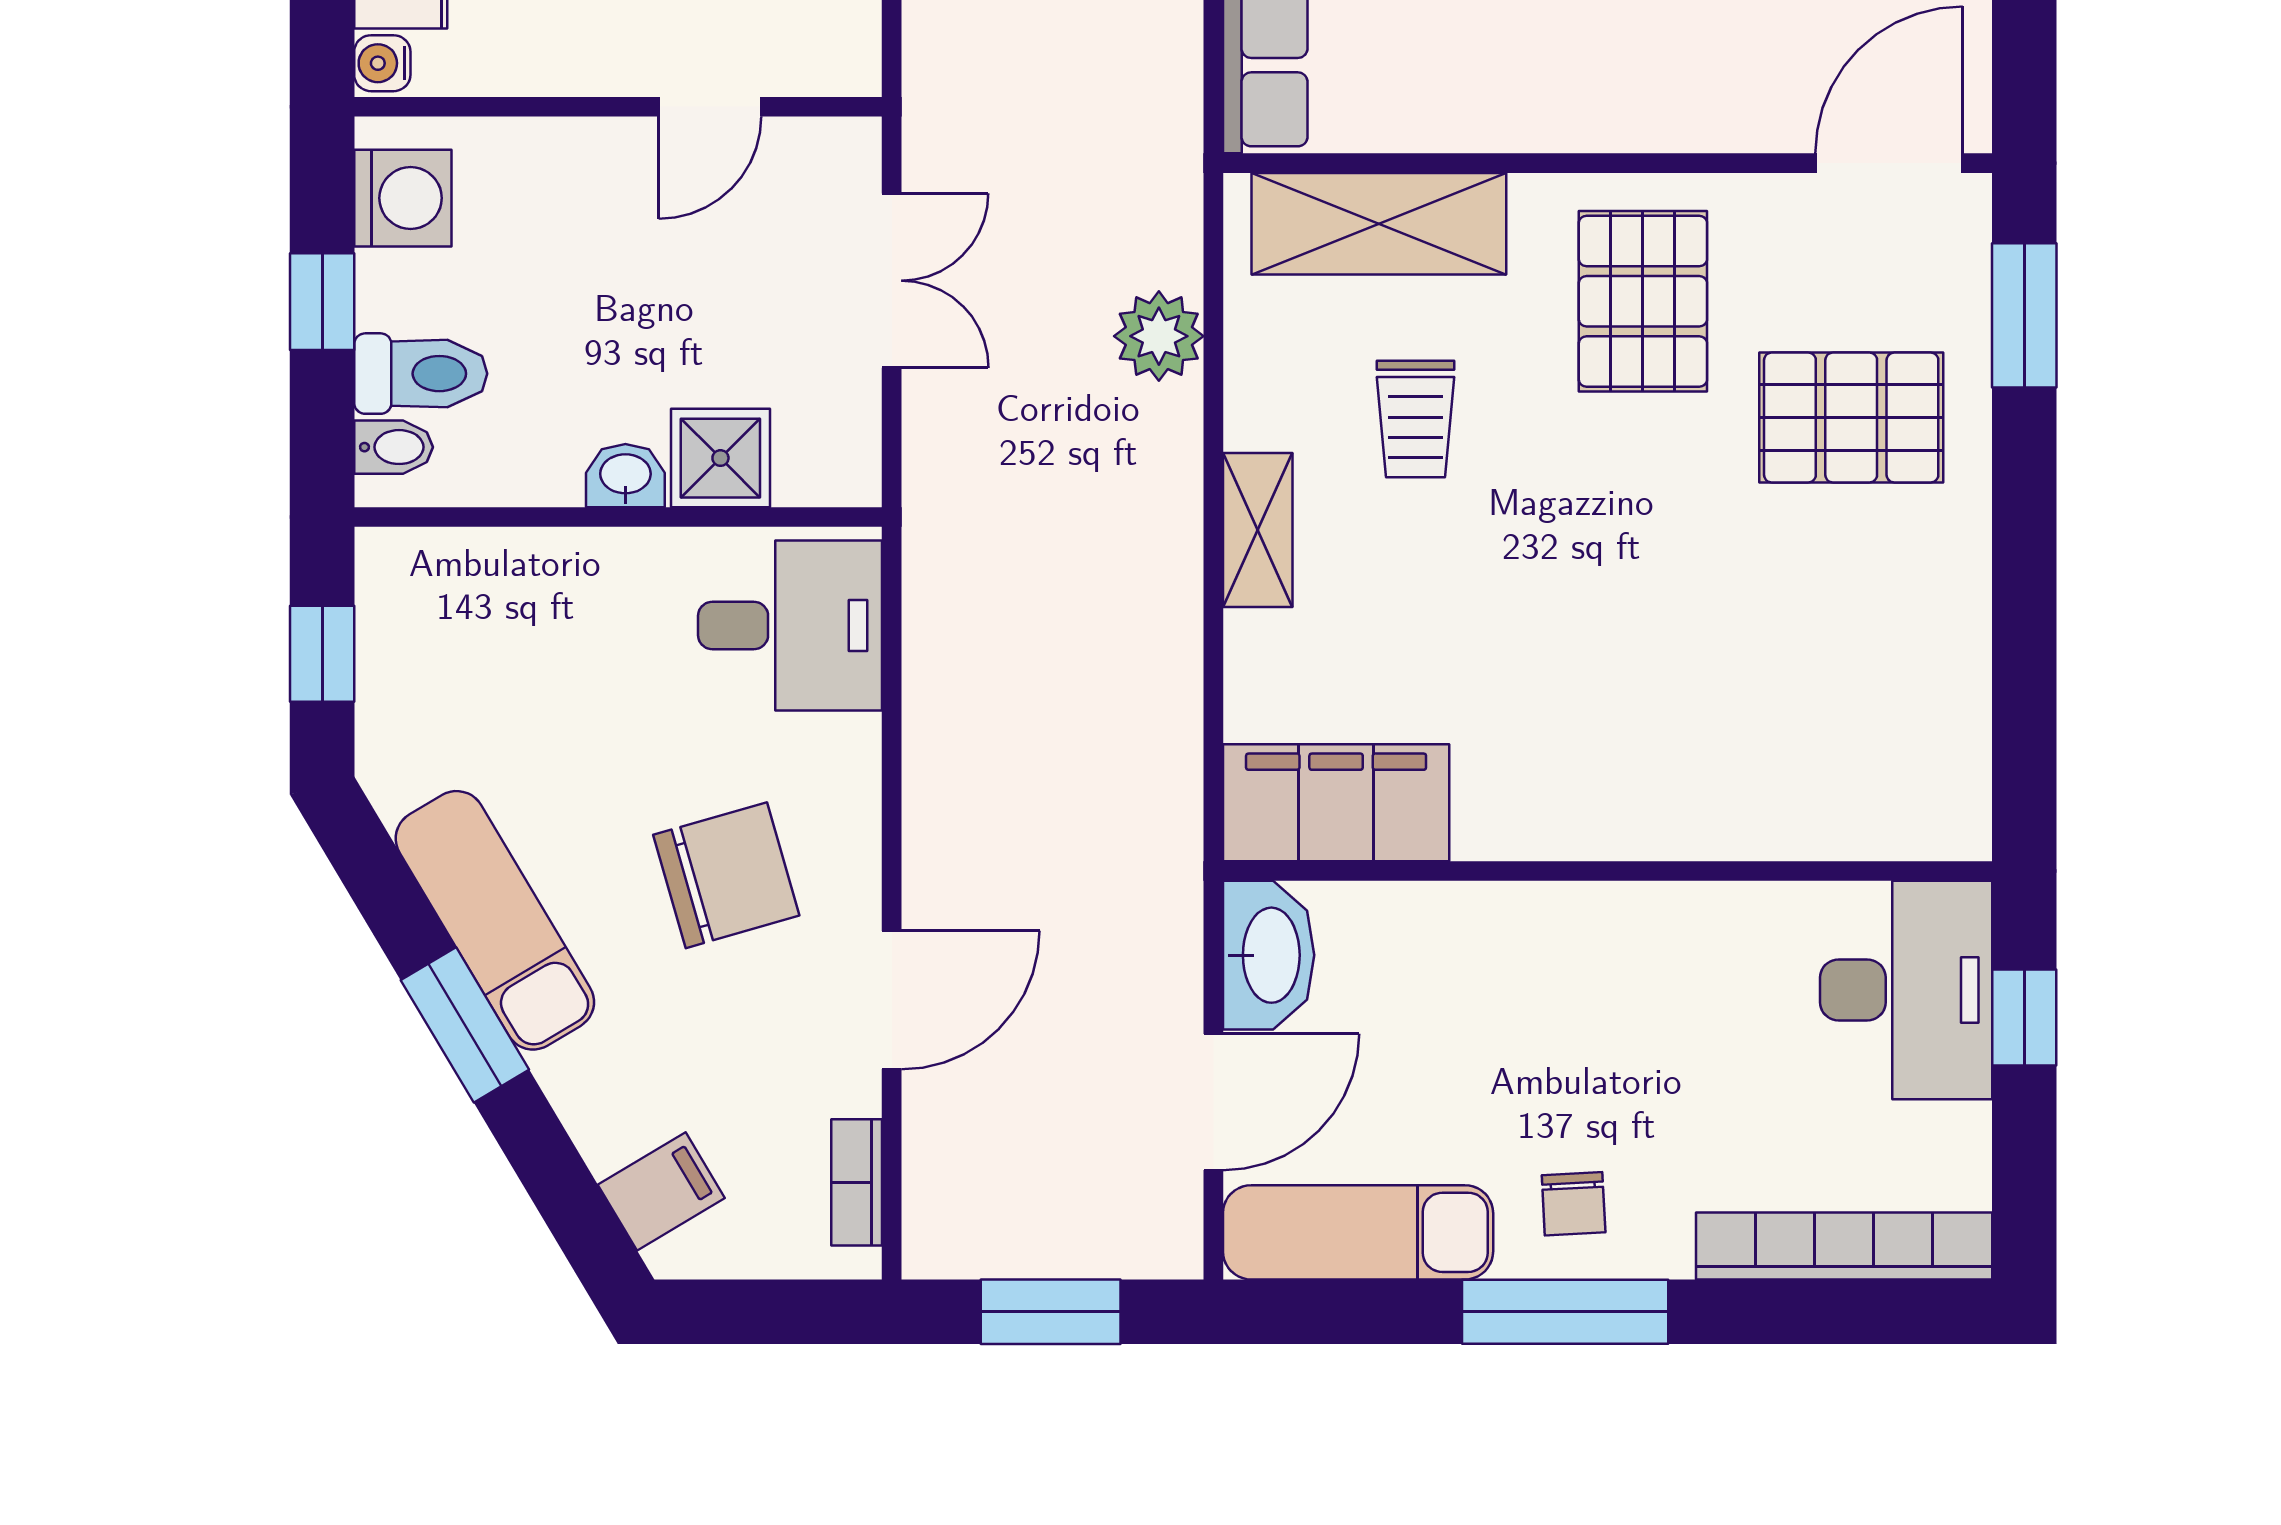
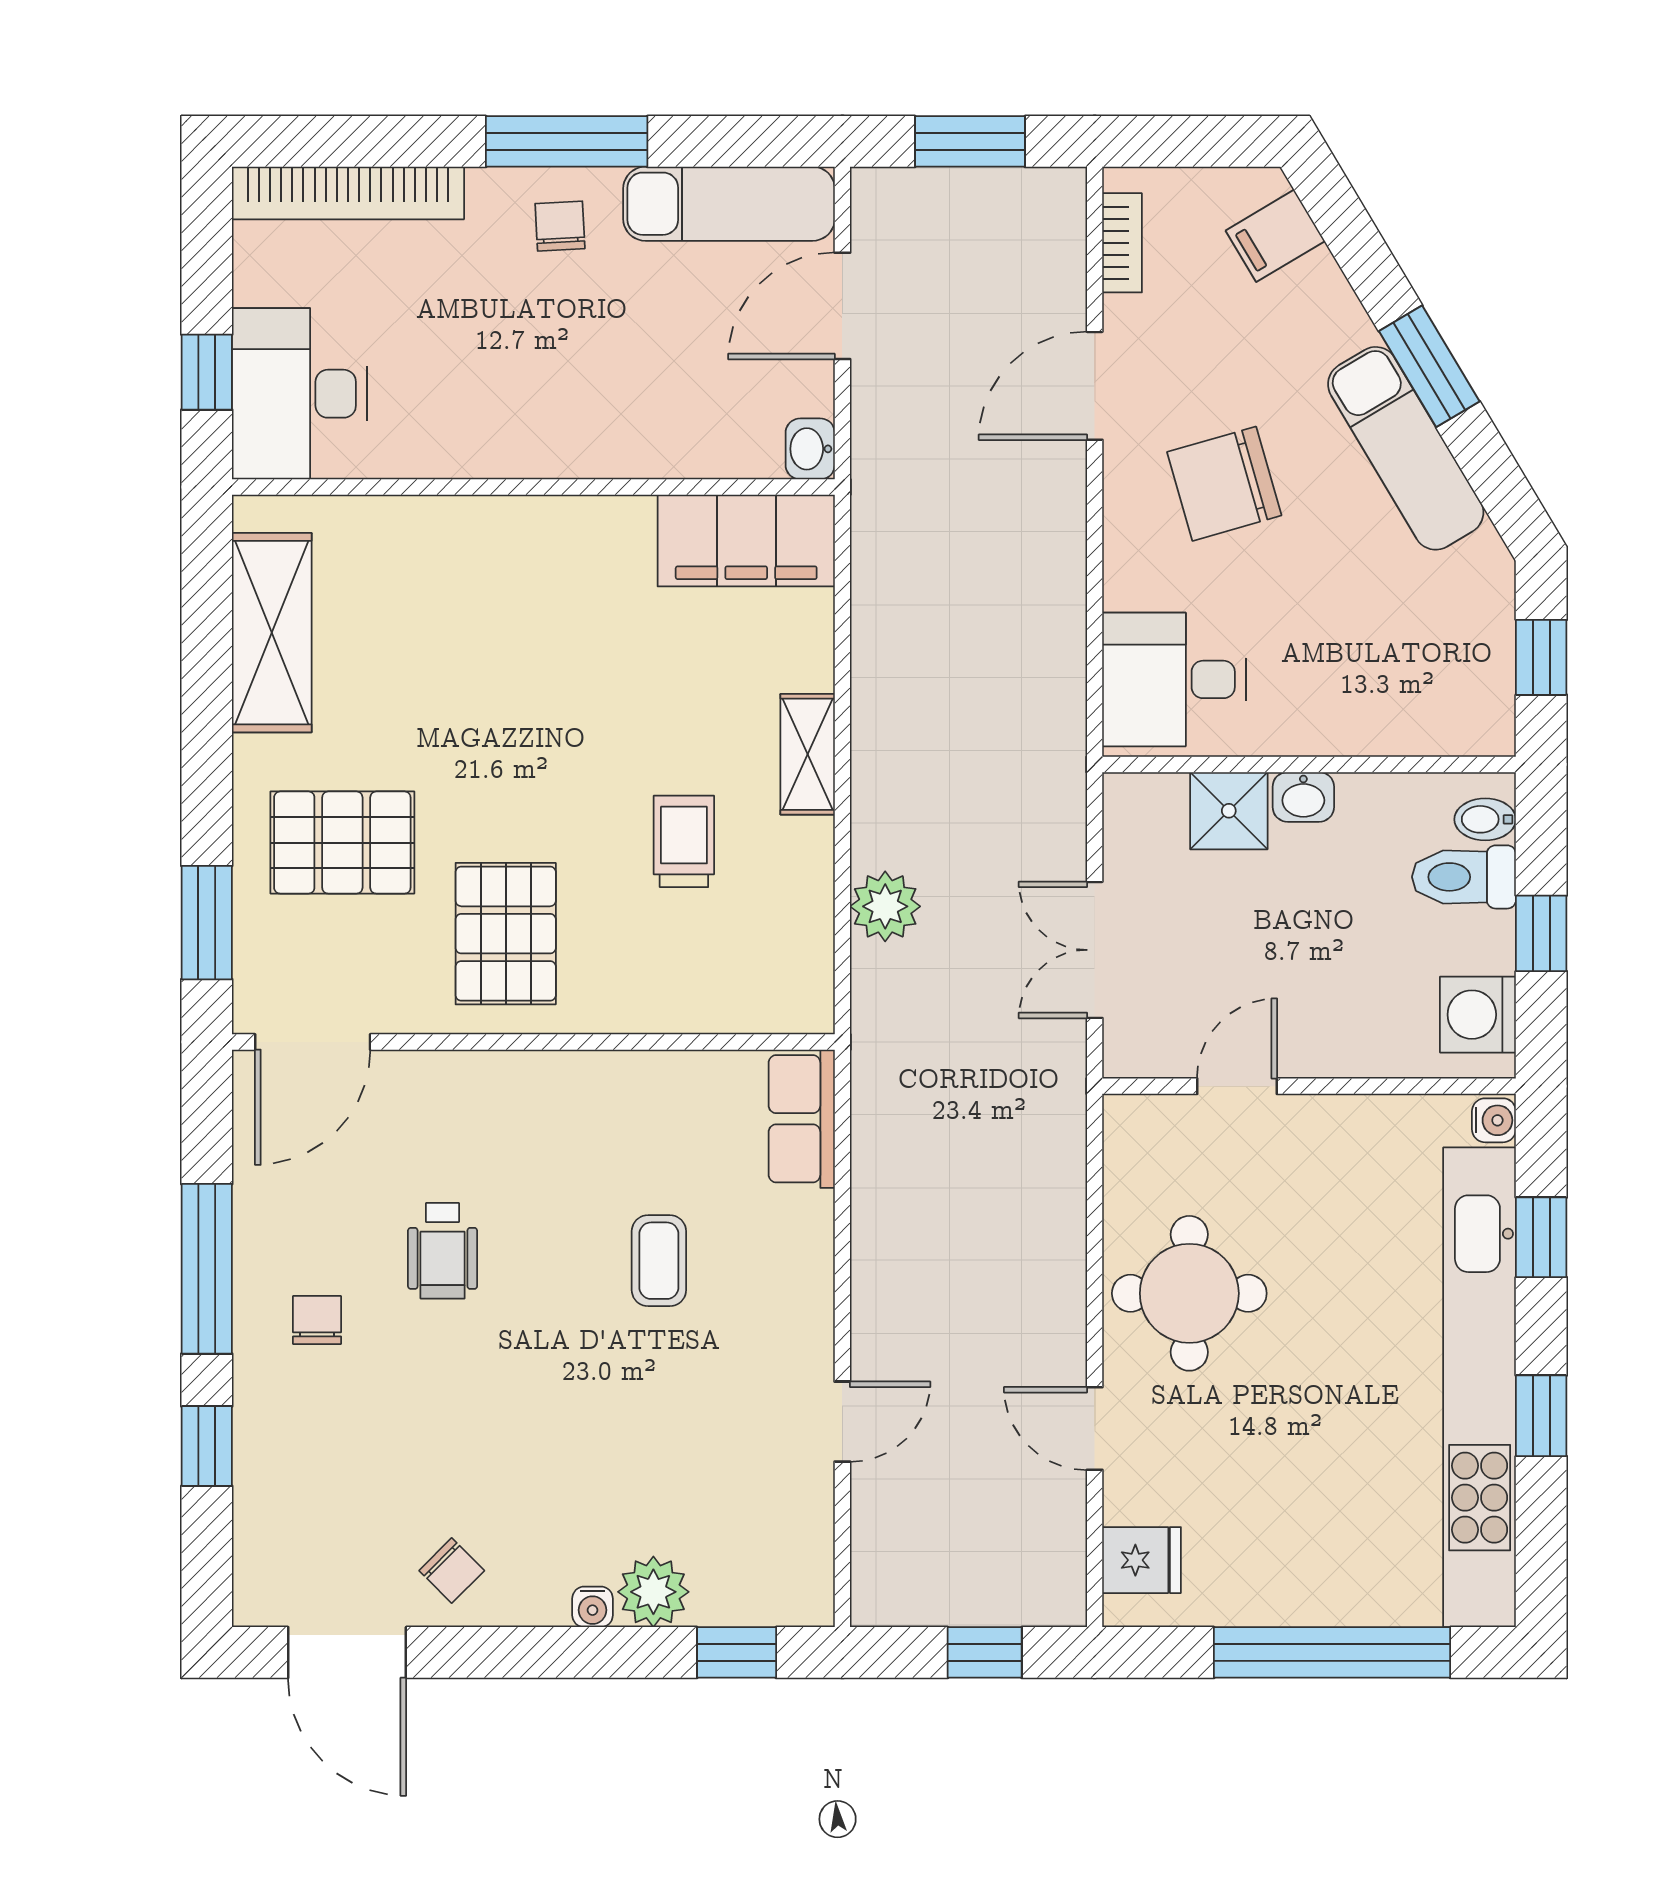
shelving: (1379, 224) -> (272, 633), moved, turned 90
washbasin: (1269, 955) -> (810, 449), width x0.52, depth x0.69

